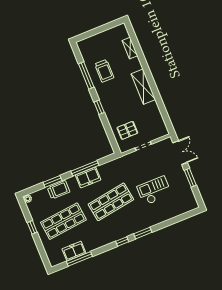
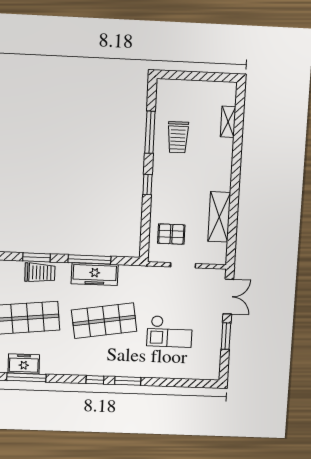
shelving: (143, 87) -> (219, 217), moved
freezer: (88, 177) -> (95, 274), width x1.40
checkout: (154, 191) -> (170, 332), turned 180

